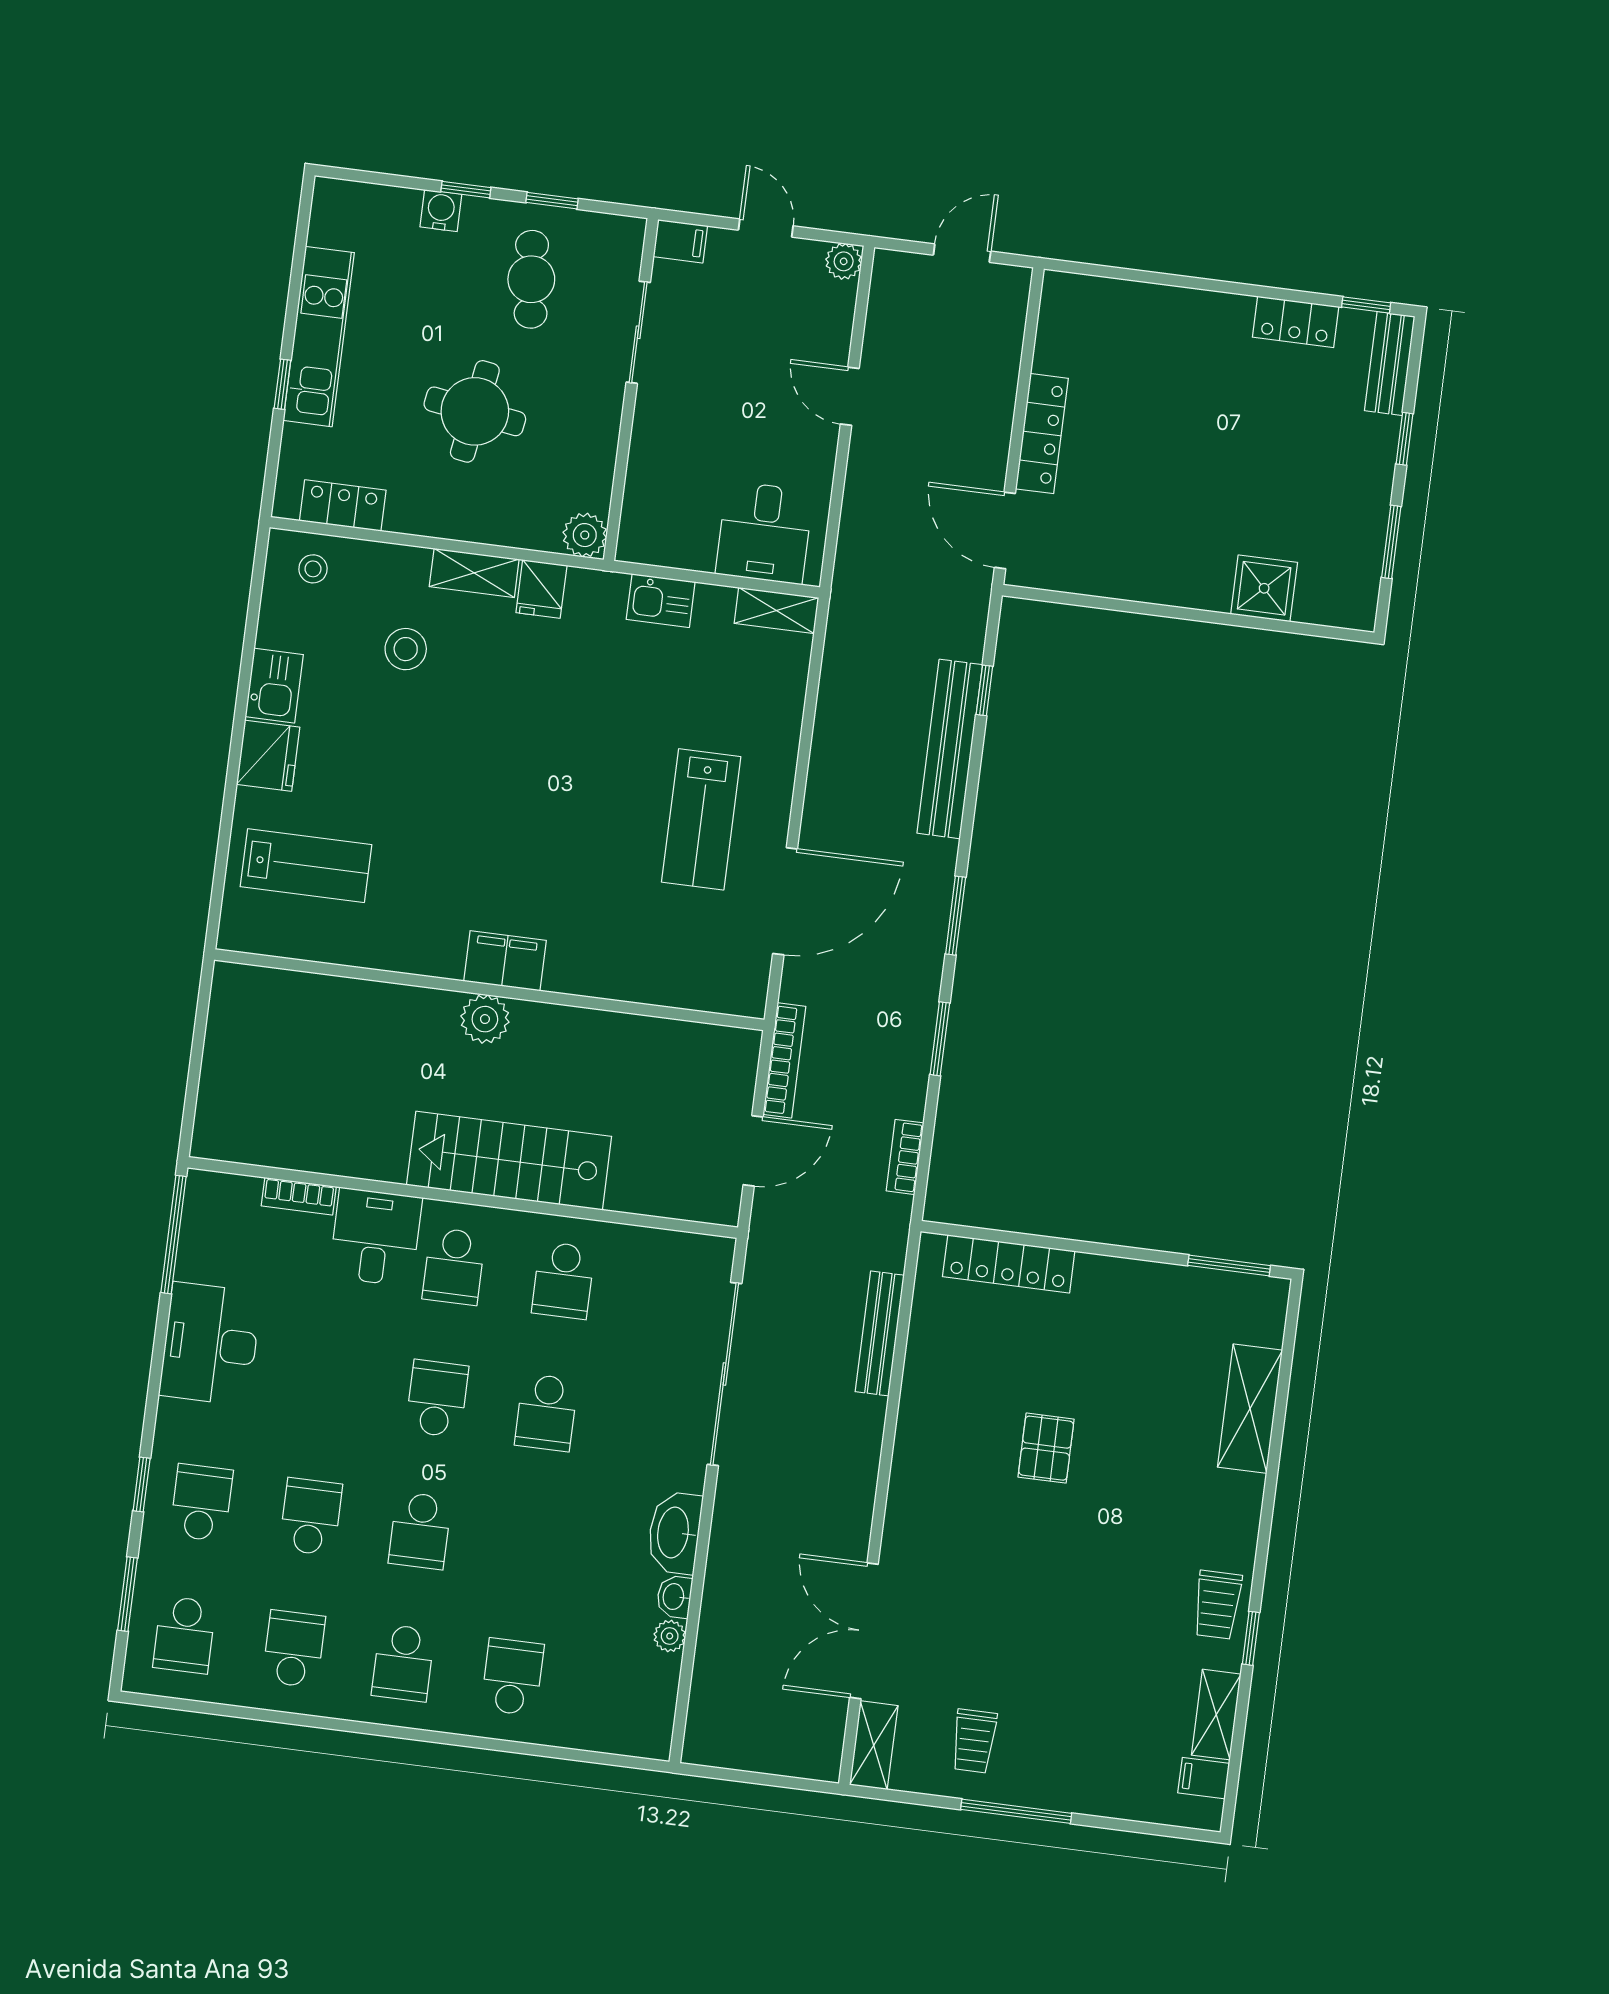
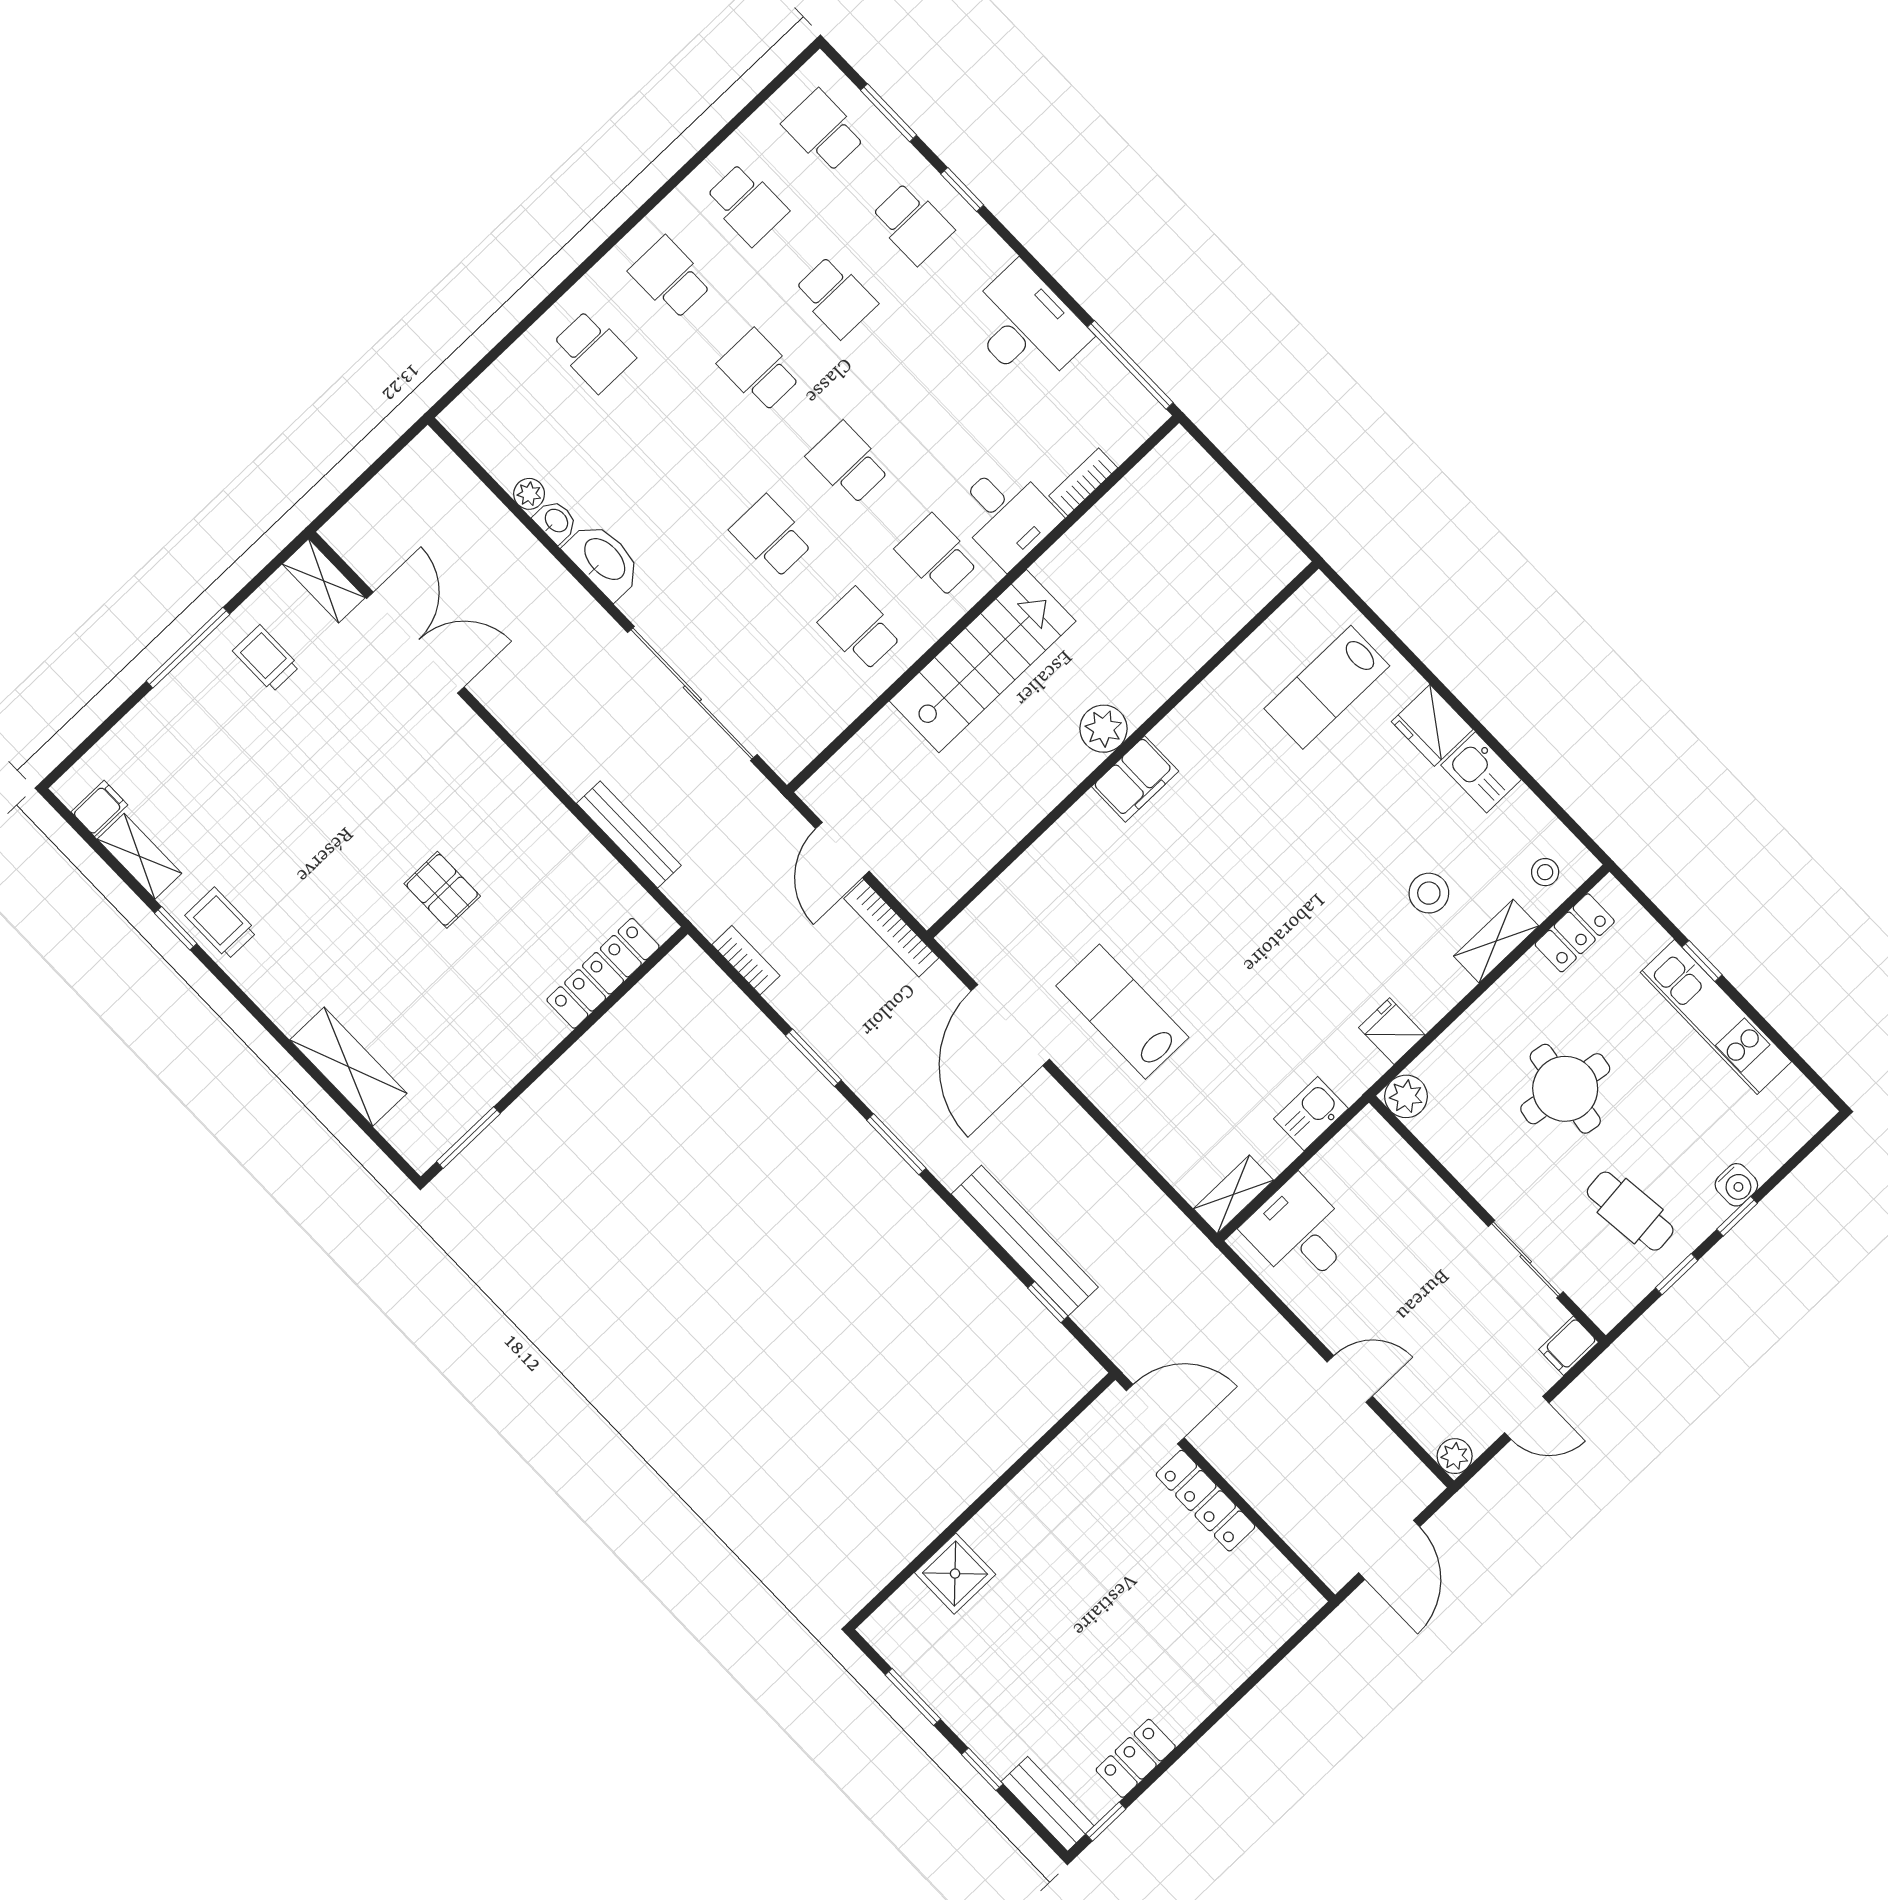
door: (962, 253) -> (1389, 1550), width x1.37
shelving: (474, 573) -> (1496, 941), moved
school desk: (437, 1399) -> (848, 463), turned 180

